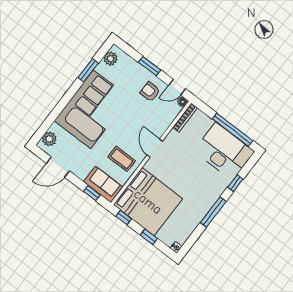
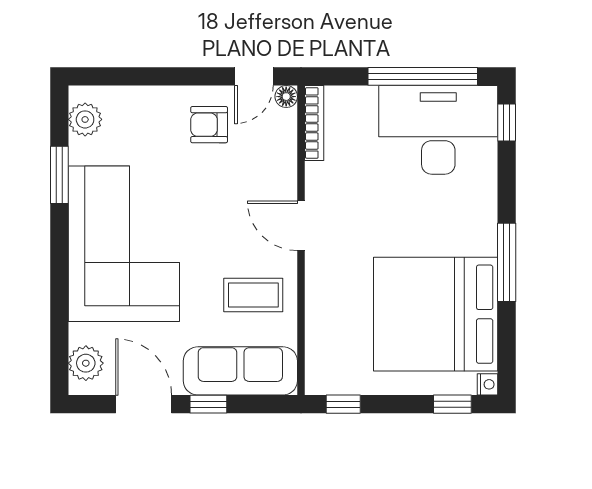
window: (150, 66) -> (171, 76), removed
door: (58, 167) -> (144, 404), swing flipped
window: (235, 183) -> (507, 122), moved
sofa: (103, 184) -> (240, 371), width x1.36
window: (92, 193) -> (208, 404), moved
bed: (148, 202) -> (436, 314), moved, turned 180
window: (149, 237) -> (452, 404), moved

